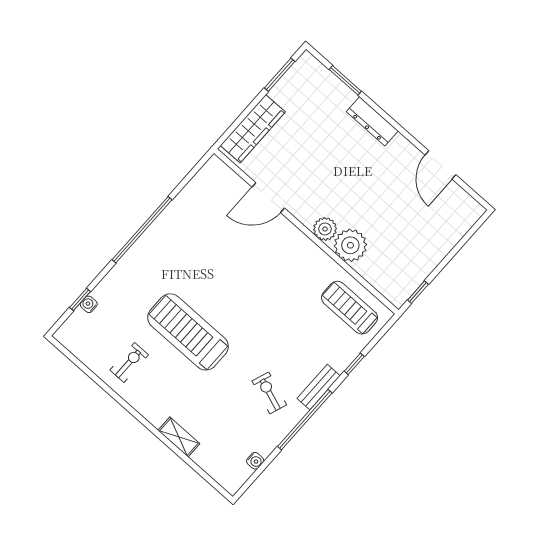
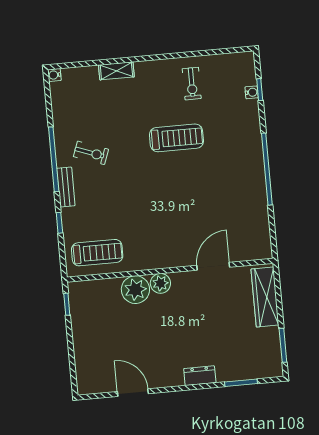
dresser: (372, 121) -> (200, 376), width x0.70
treadmill: (188, 332) -> (176, 138), width x0.73, depth x0.73
water cooler: (255, 461) -> (54, 75), moved

